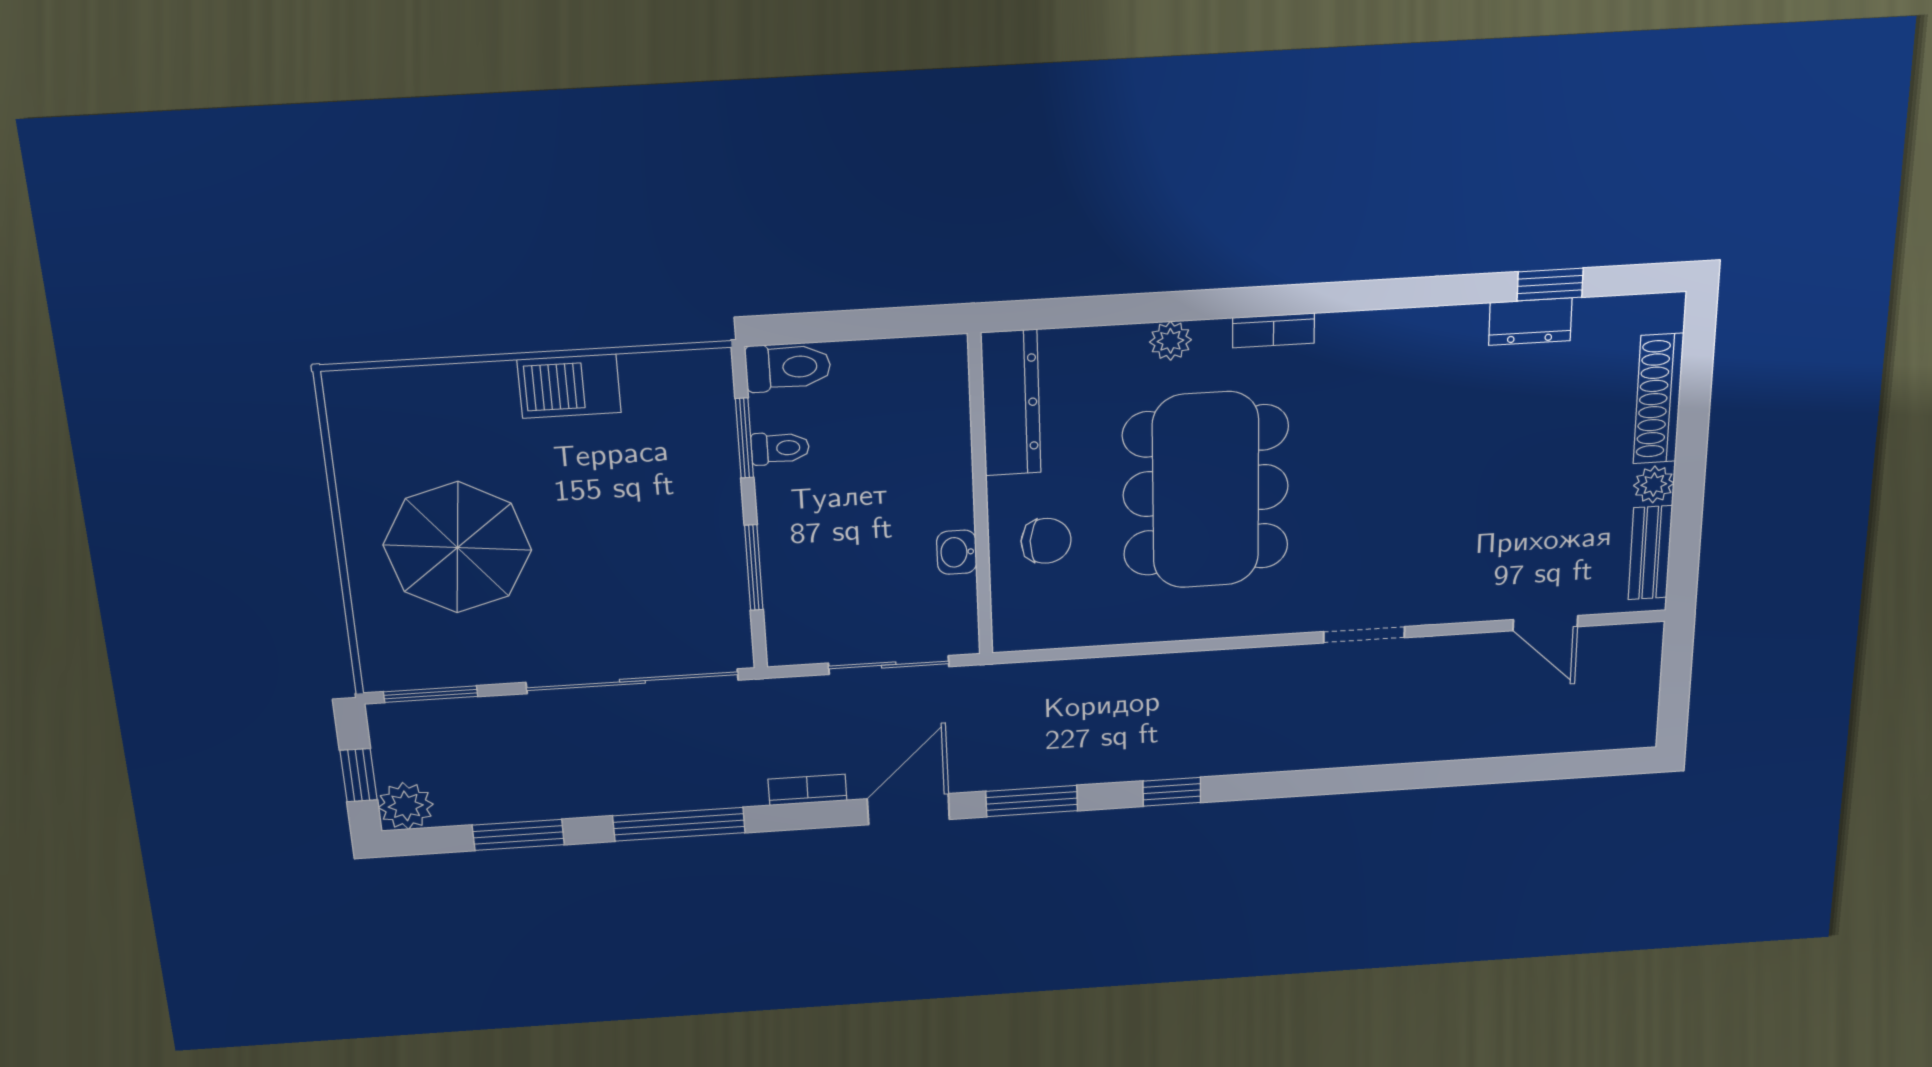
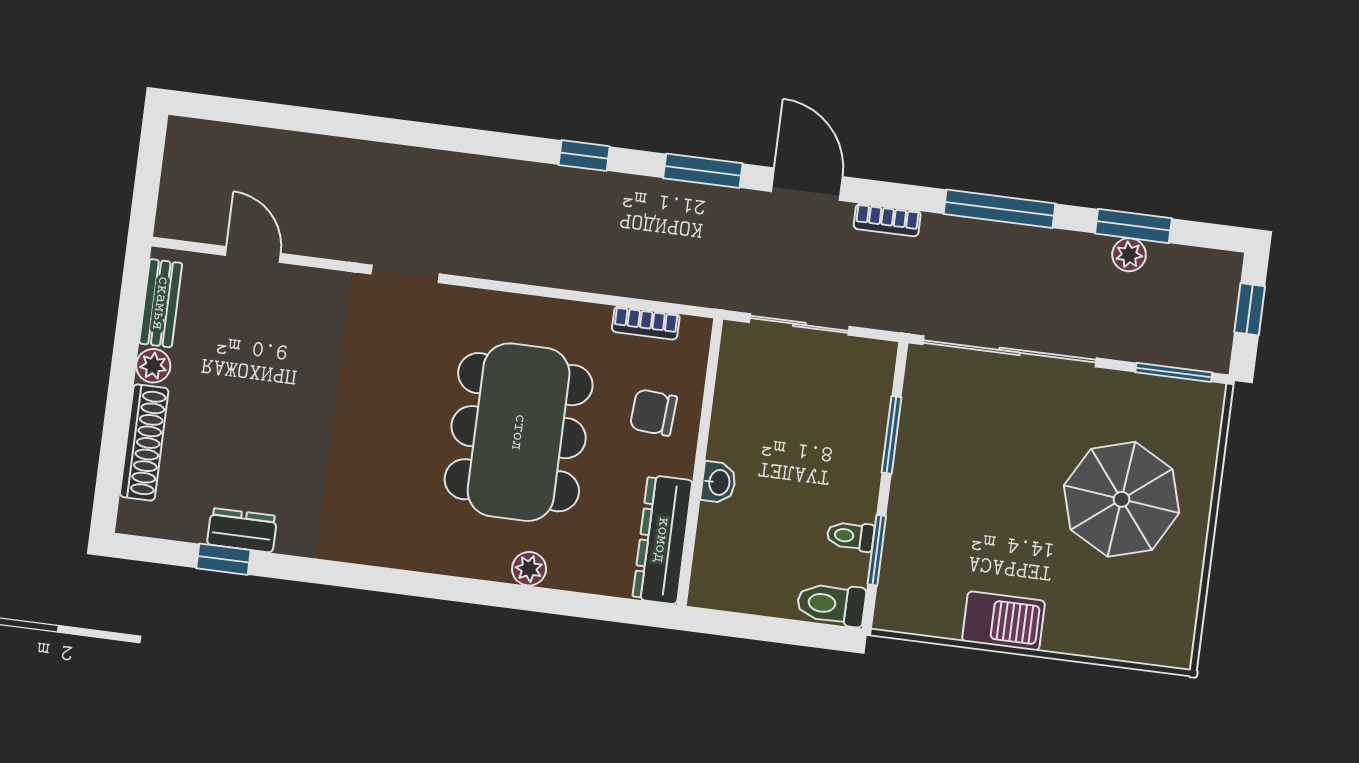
bookcase: (1273, 330) -> (646, 323), moved, turned 180
washbasin: (957, 552) -> (718, 482), moved
plant: (406, 806) -> (1129, 255), moved, width x0.73, depth x0.73
door: (908, 809) -> (807, 184), swing flipped

